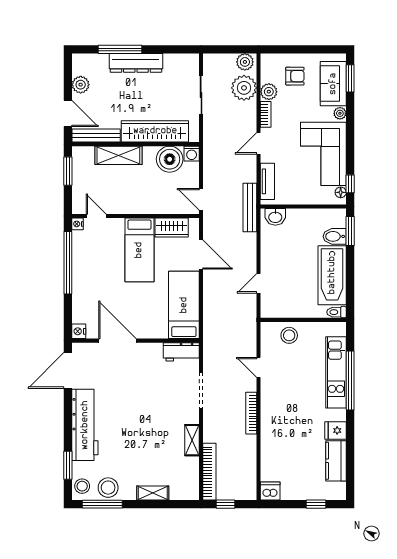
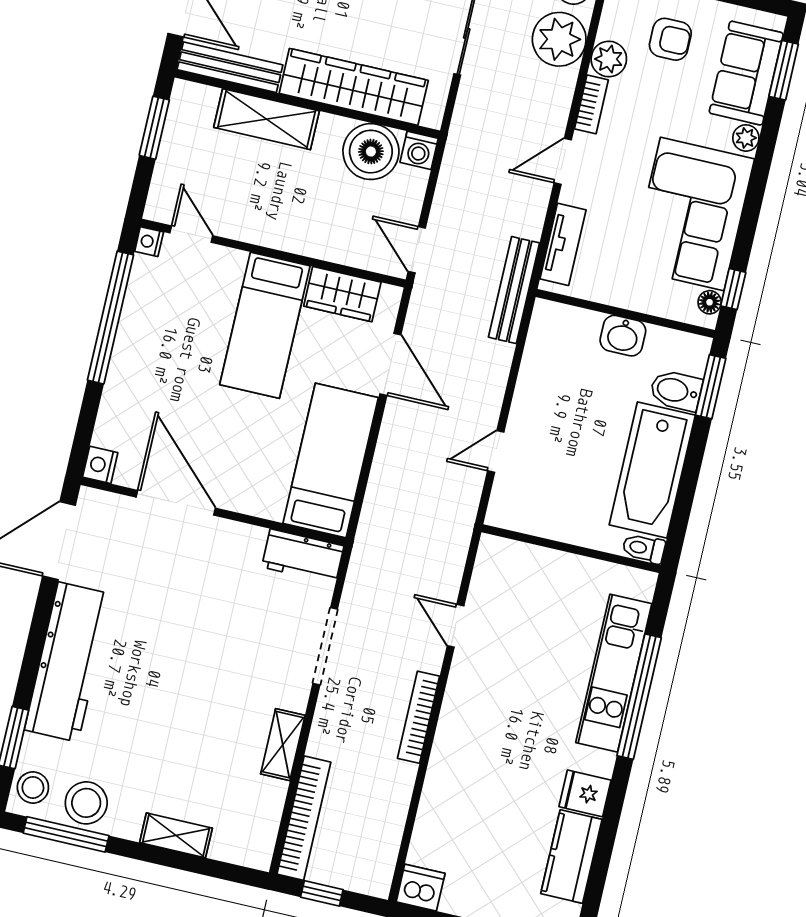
washbasin: (275, 217) -> (623, 336), moved
stool: (289, 335) -> (534, 574), removed

